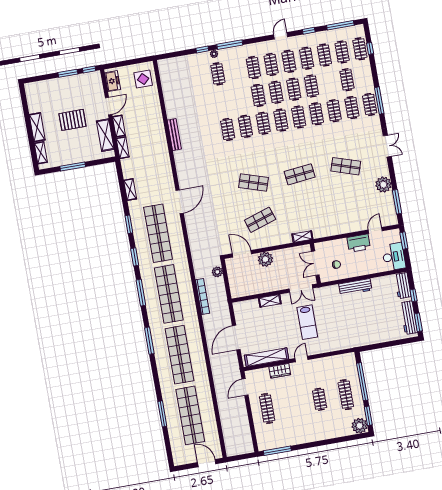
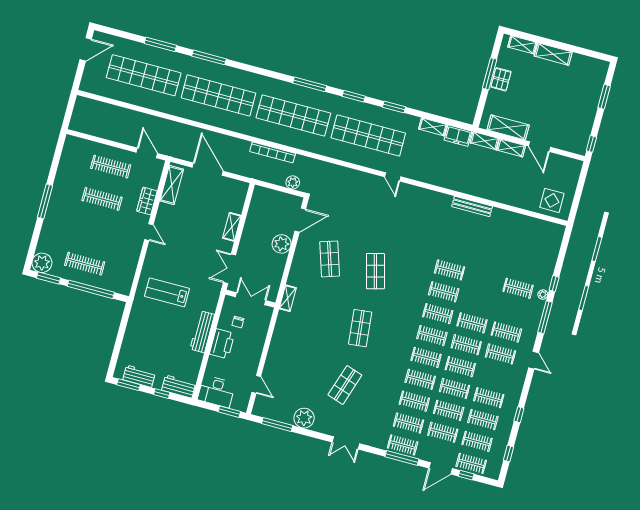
window: (340, 25) -> (508, 454), width x0.46
door: (281, 36) -> (534, 360), moved
clothes rail: (289, 61) -> (449, 410), moved
door: (374, 69) -> (441, 468), added
window: (68, 73) -> (604, 97), moved
freezer: (113, 81) -> (458, 136), moved
pallet: (72, 120) -> (501, 79), moved, width x0.67, depth x0.71
shop shelf: (253, 182) -> (375, 271), turned -33
door: (180, 202) -> (393, 177), width x0.53
printer: (359, 243) -> (222, 344), moved, turned 180
workbench: (409, 318) -> (139, 376), width x0.73
lab bench: (307, 322) -> (167, 292), moved
window: (149, 341) -> (209, 57), moved
shelving: (267, 357) -> (172, 185), width x0.68
clothes rail: (320, 399) -> (102, 199), moved, width x1.36
window: (277, 451) -> (45, 201), moved
door: (207, 463) -> (86, 49), moved

